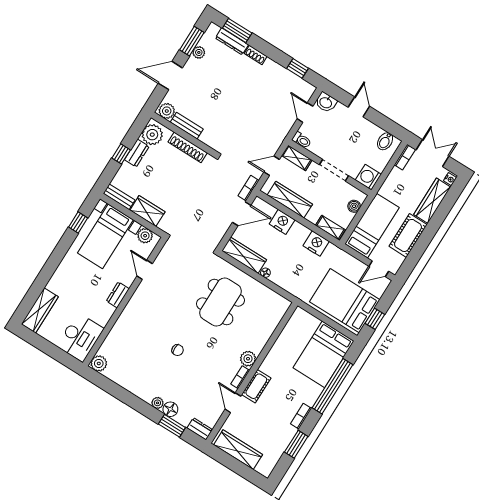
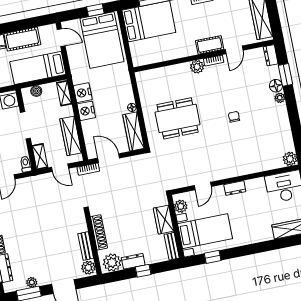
nightstand: (282, 222) -> (86, 111), moved

